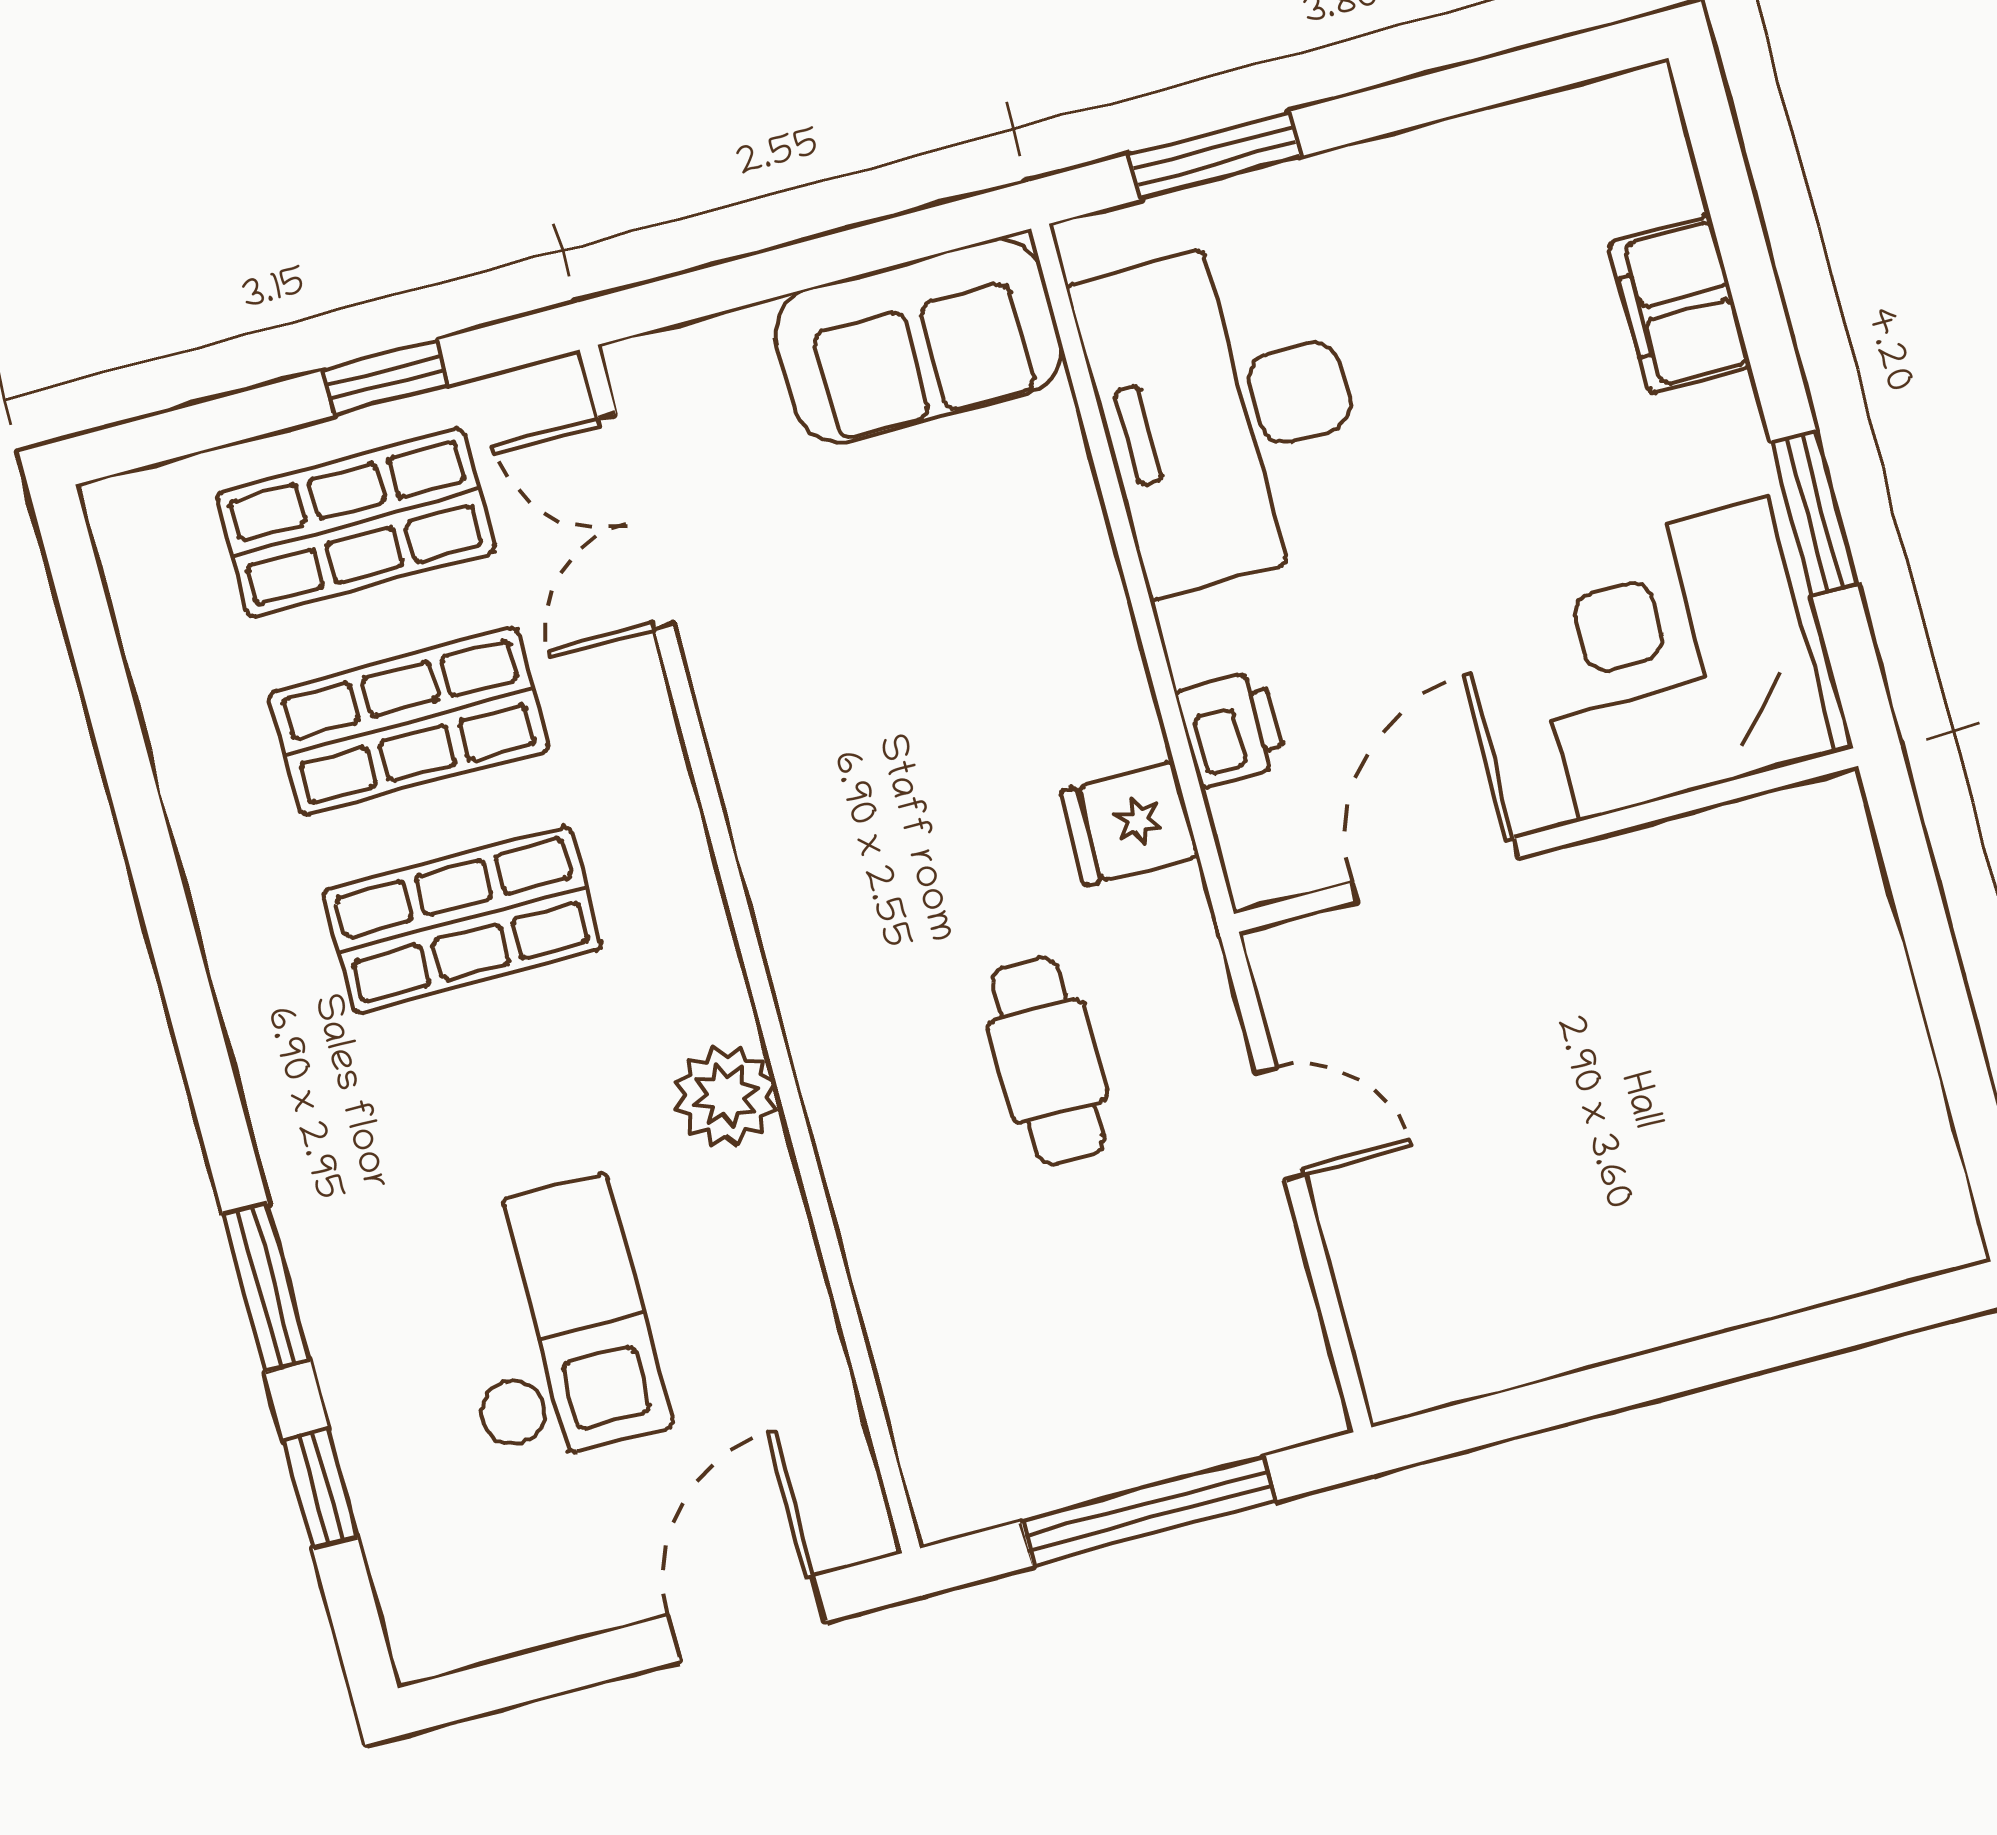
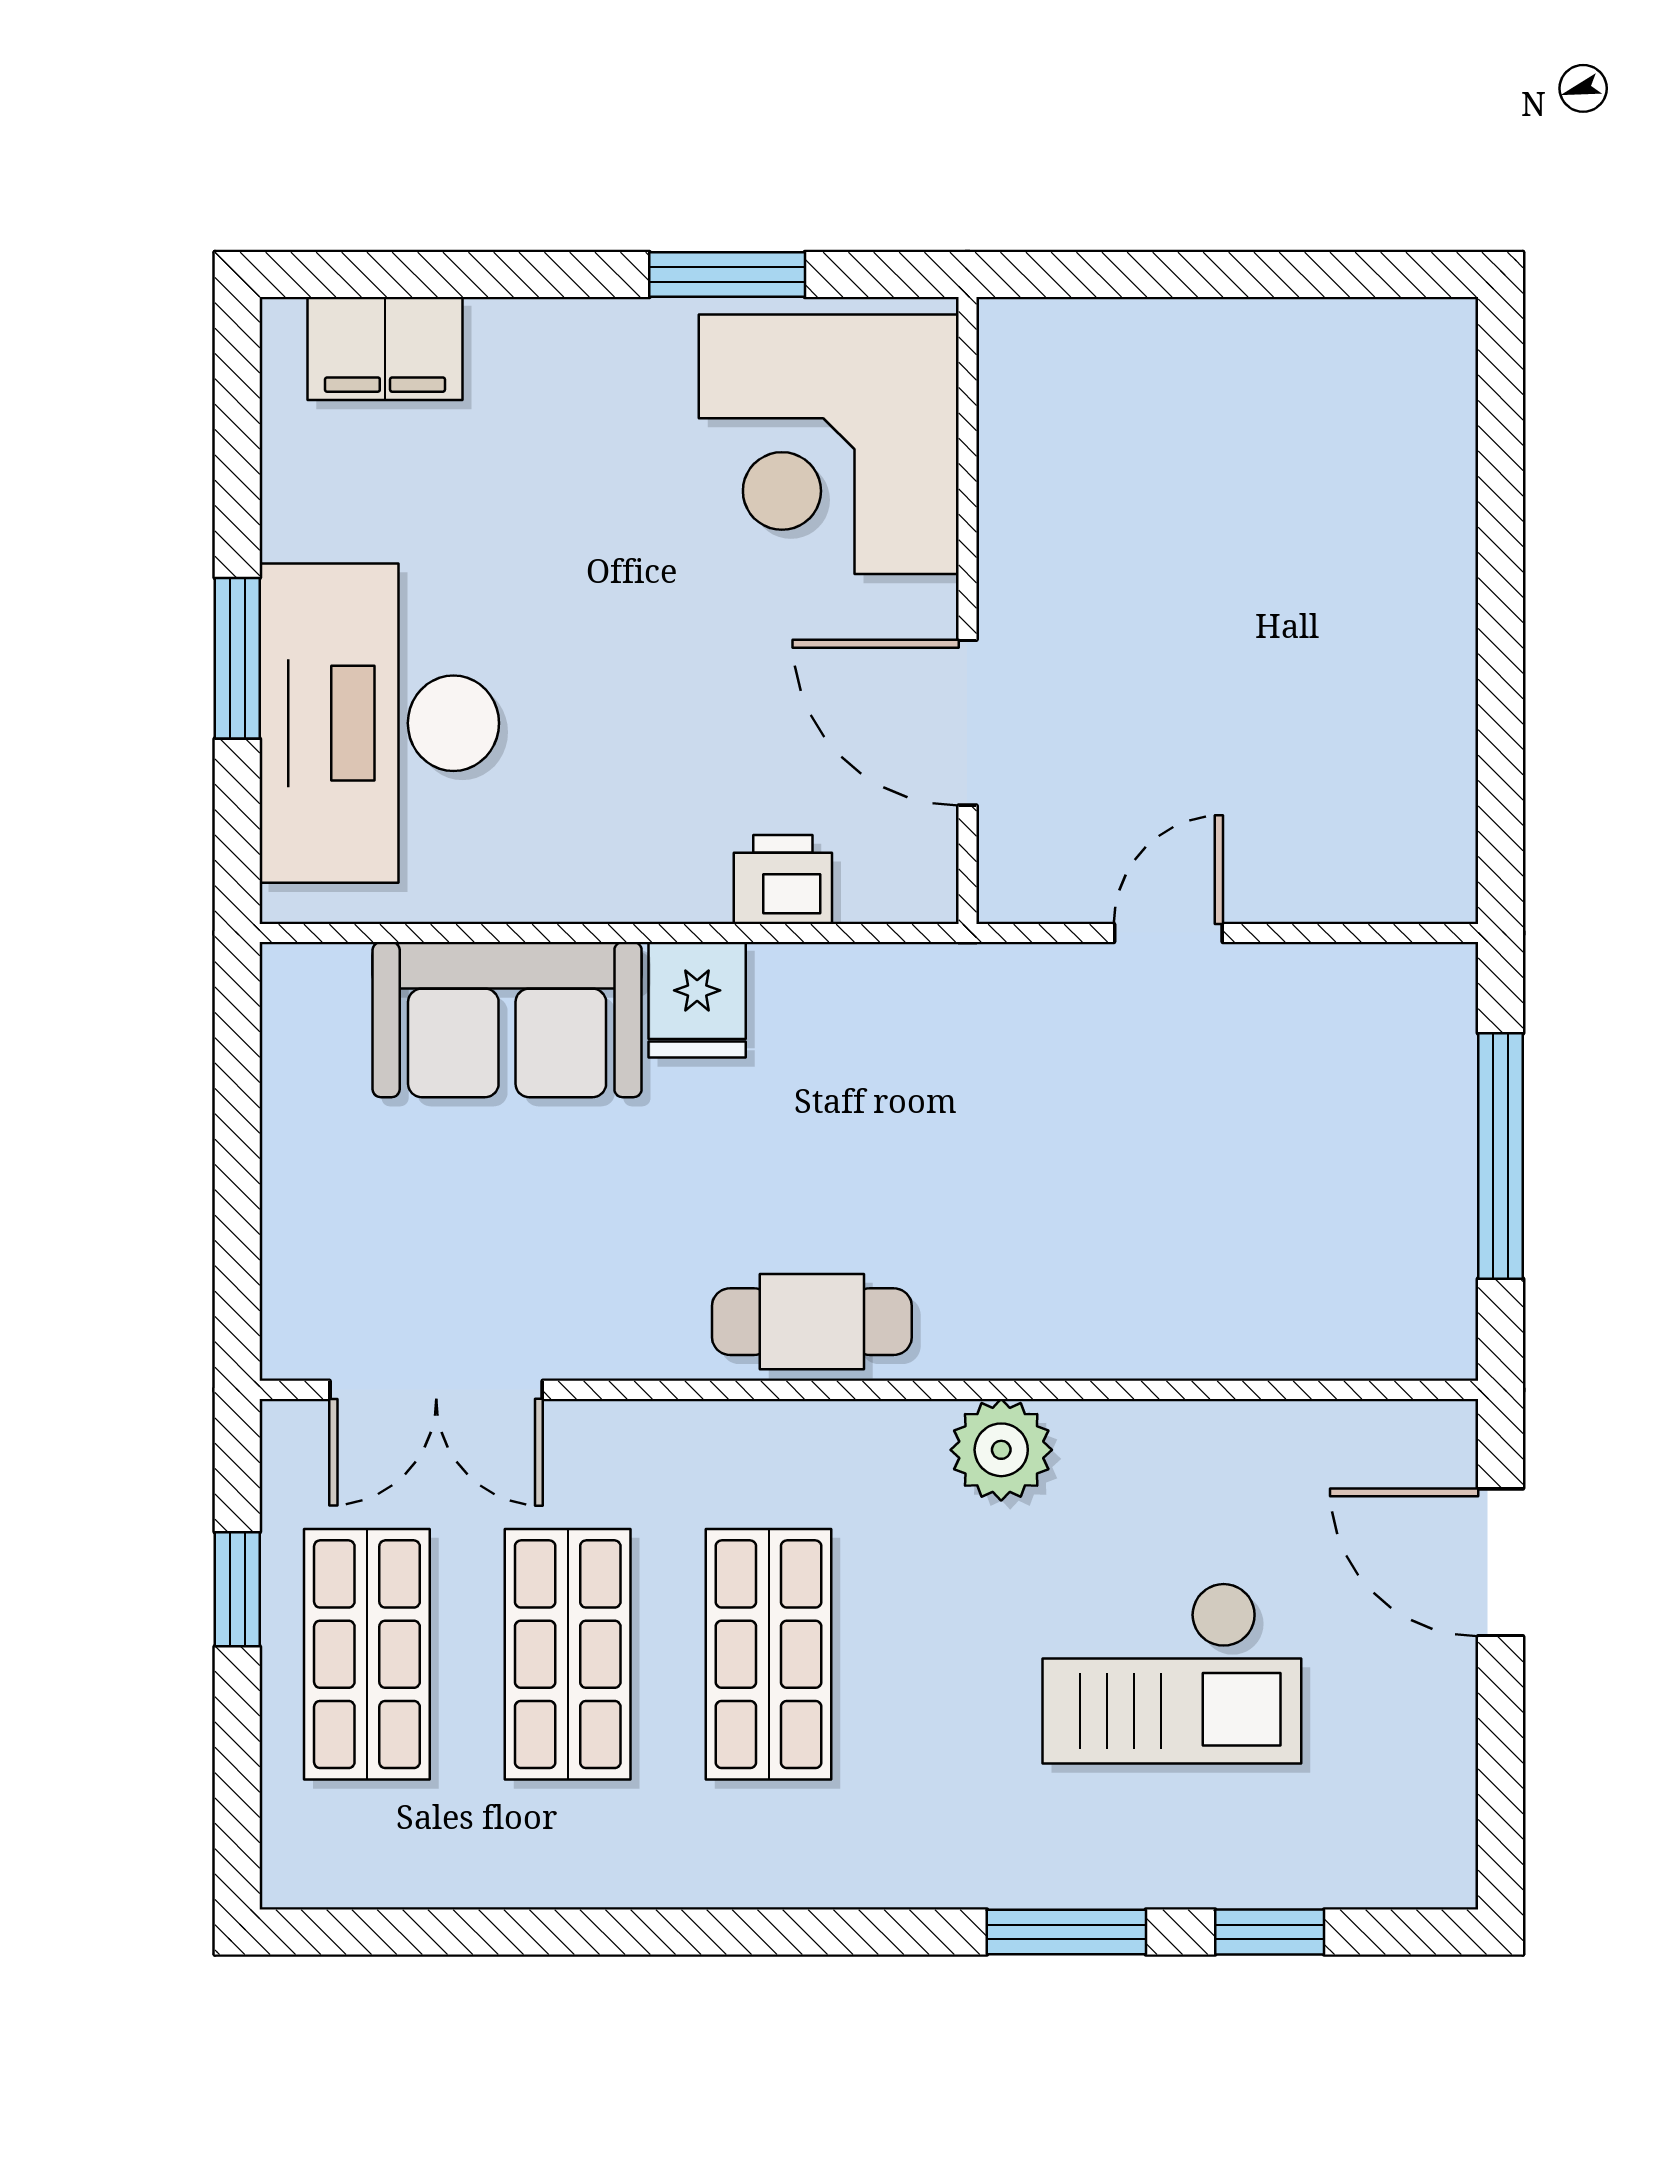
window: (1215, 156) -> (237, 658), moved
filing cabinet: (1680, 305) -> (385, 348), moved
sofa: (919, 341) -> (507, 1020), moved, turned 90
desk: (1226, 412) -> (379, 723), moved, turned 90
fridge: (1129, 824) -> (697, 1000), moved
cafe table: (1048, 1061) -> (812, 1322), moved
checkout: (550, 1323) -> (1172, 1673), turned 180

